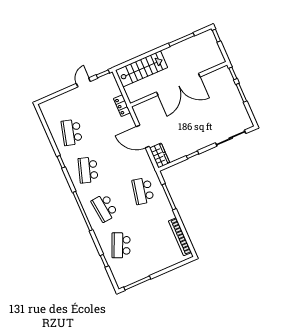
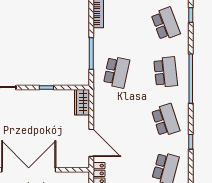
door: (143, 137) -> (91, 143), moved
school desk: (88, 170) -> (166, 120), turned -36
school desk: (121, 245) -> (166, 24), turned -45

